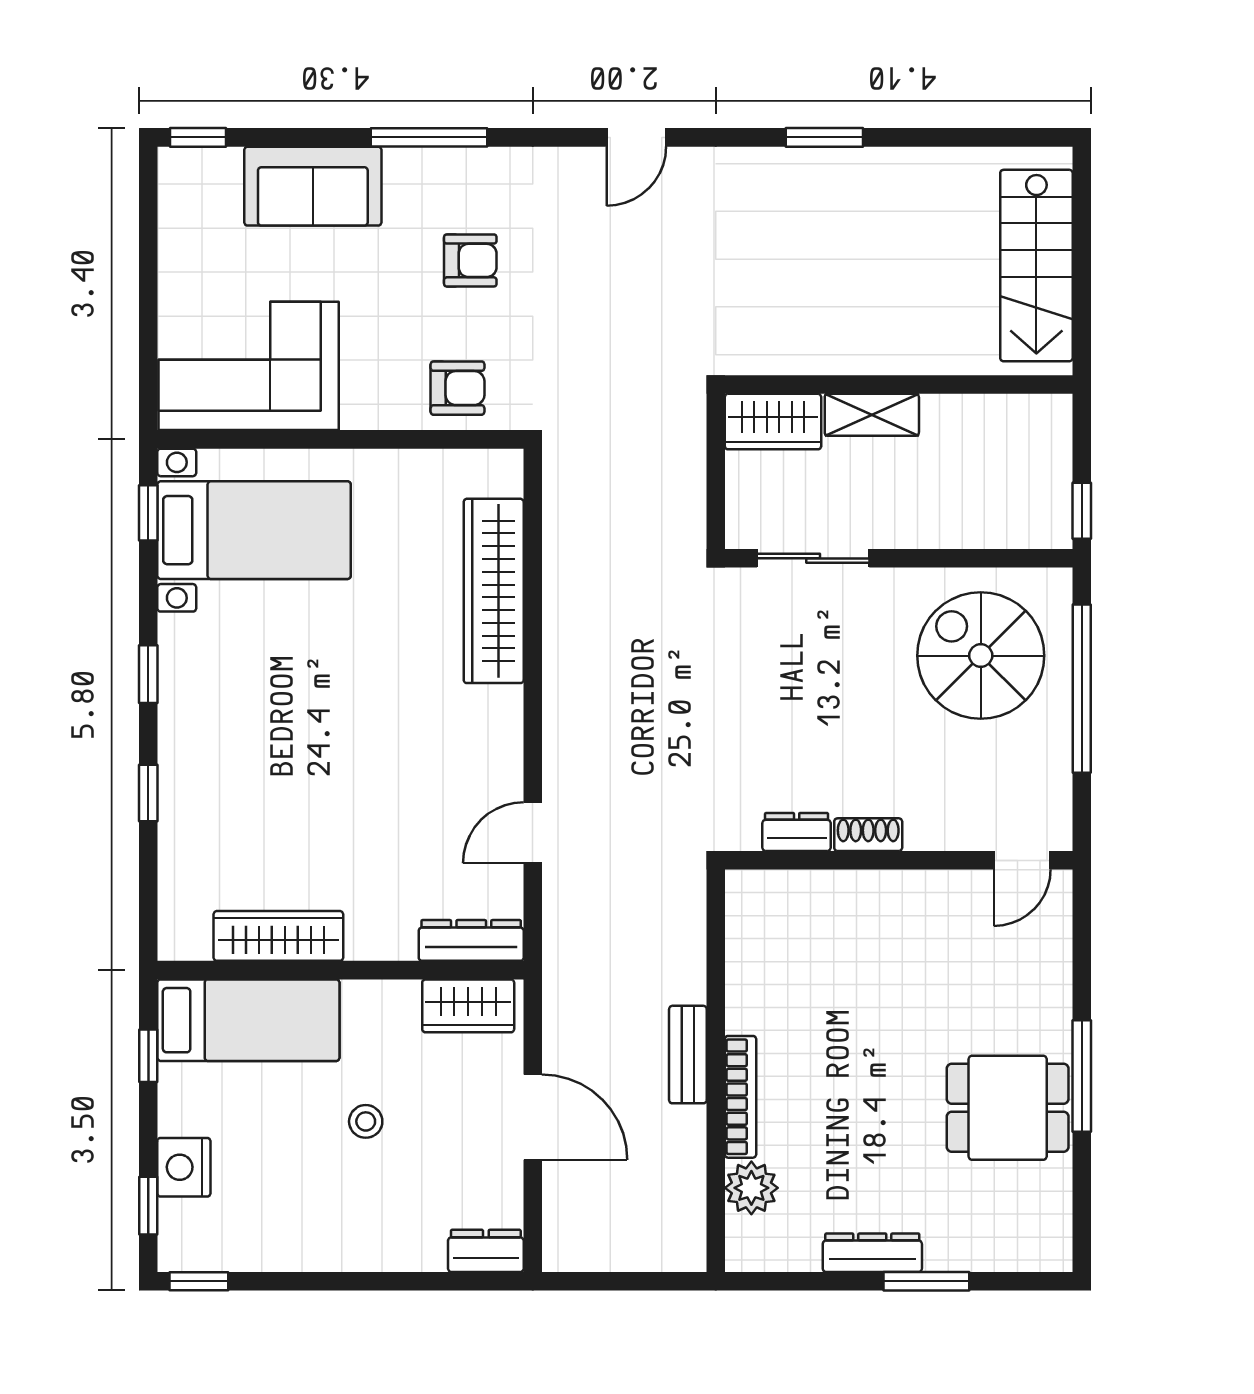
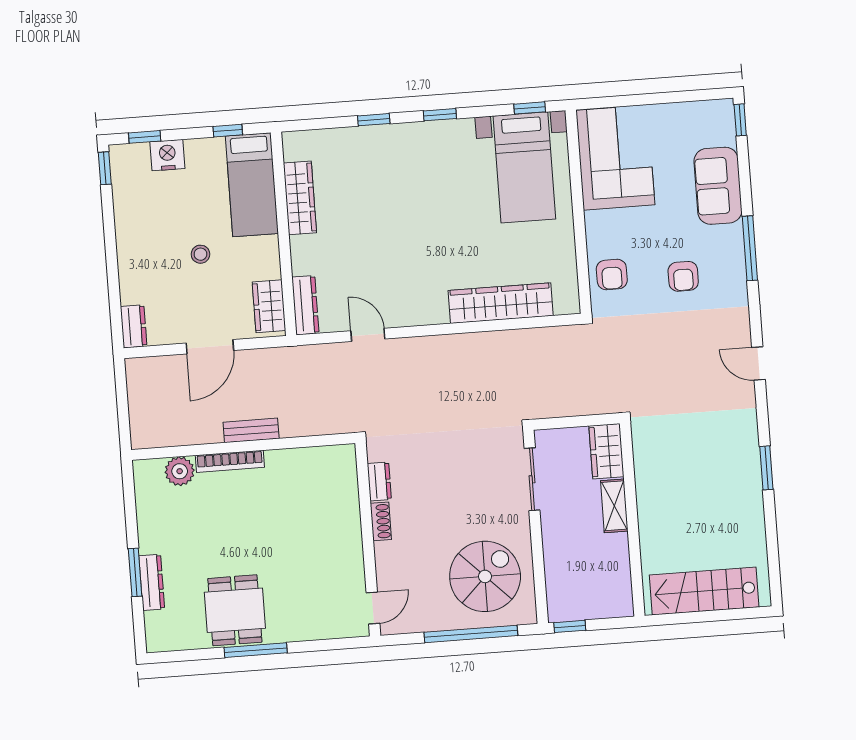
door: (1022, 860) -> (373, 608), swing flipped
dresser: (872, 1253) -> (152, 582), moved

